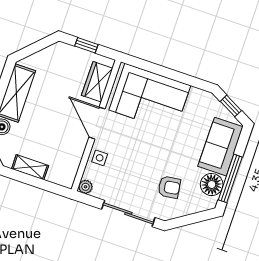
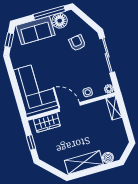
door: (97, 123) -> (70, 107), swing flipped
shelving: (30, 167) -> (114, 108), moved

